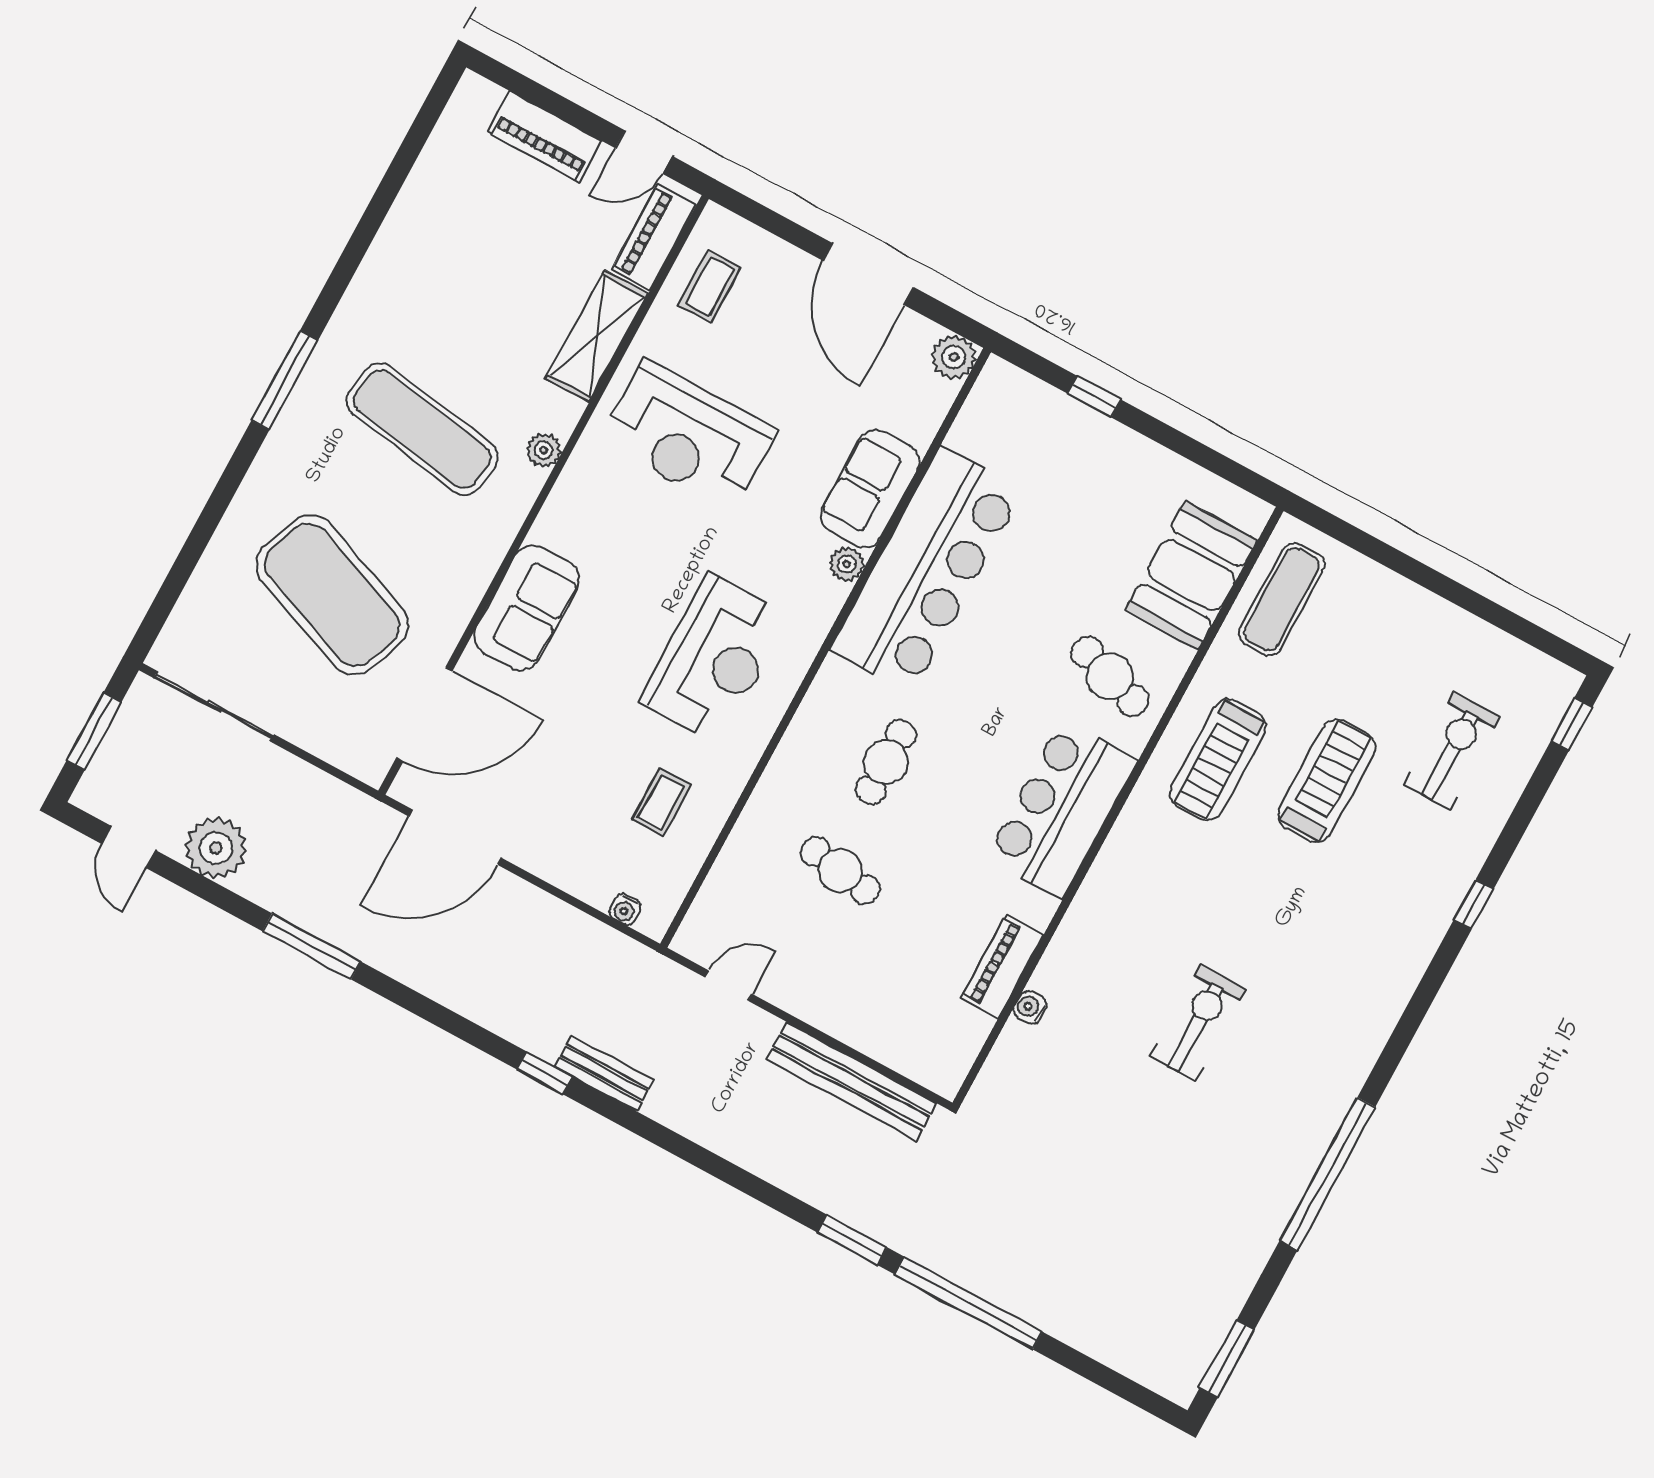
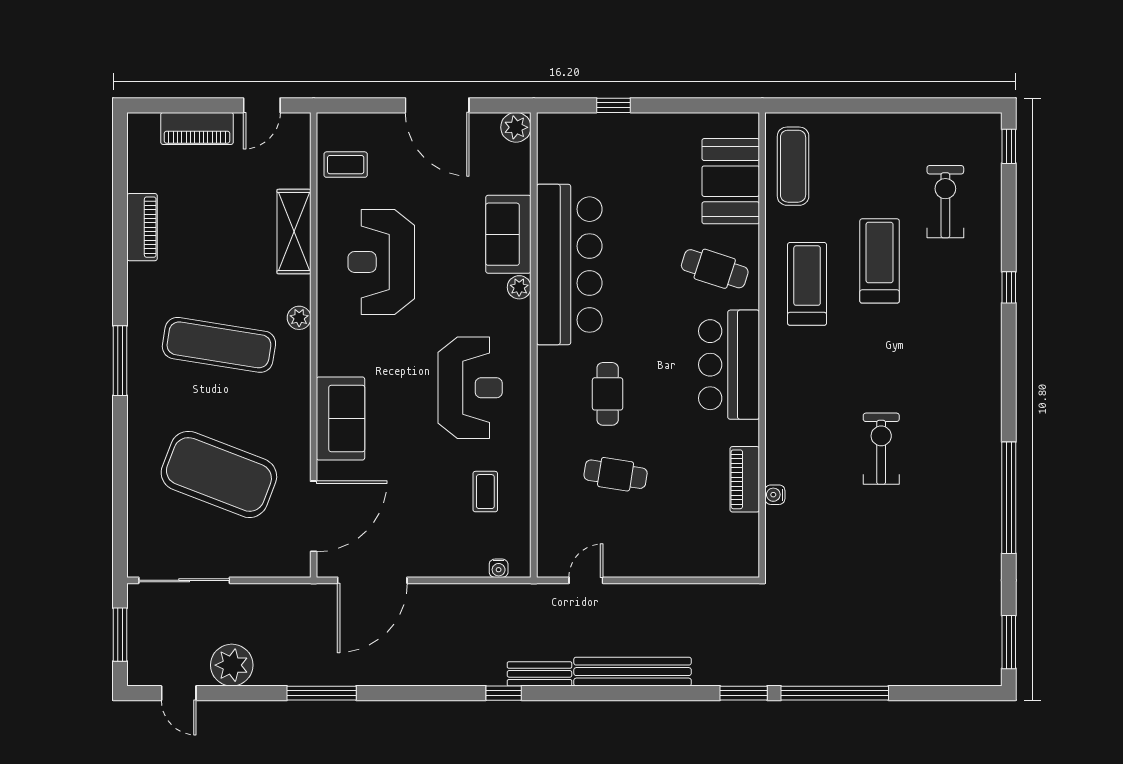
piano: (654, 237) -> (142, 227), moved, turned 180
coffee table: (710, 286) -> (346, 165), turned 90
reception desk: (688, 436) -> (381, 262), turned 90
treadmill: (1218, 760) -> (807, 284), turned 180
bench: (852, 1081) -> (633, 672), moved

